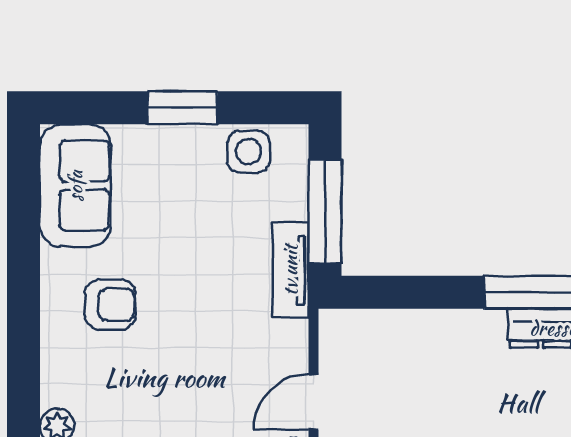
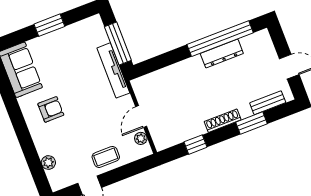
side table: (249, 152) -> (81, 32), removed
tv unit: (290, 270) -> (113, 70), width x1.41

